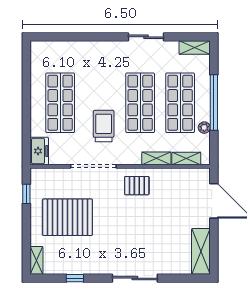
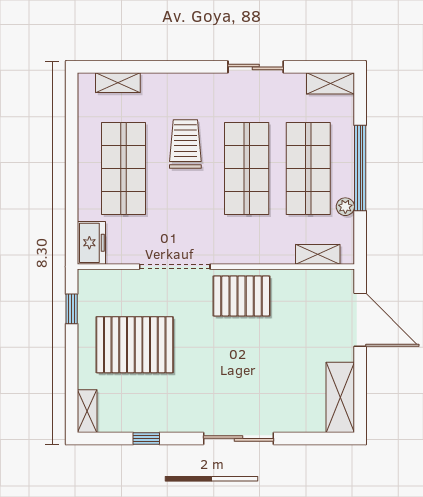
trolley: (104, 126) -> (185, 144), moved
shelving: (156, 158) -> (118, 83), moved
pallet: (137, 186) -> (242, 296), width x1.50, depth x1.42

